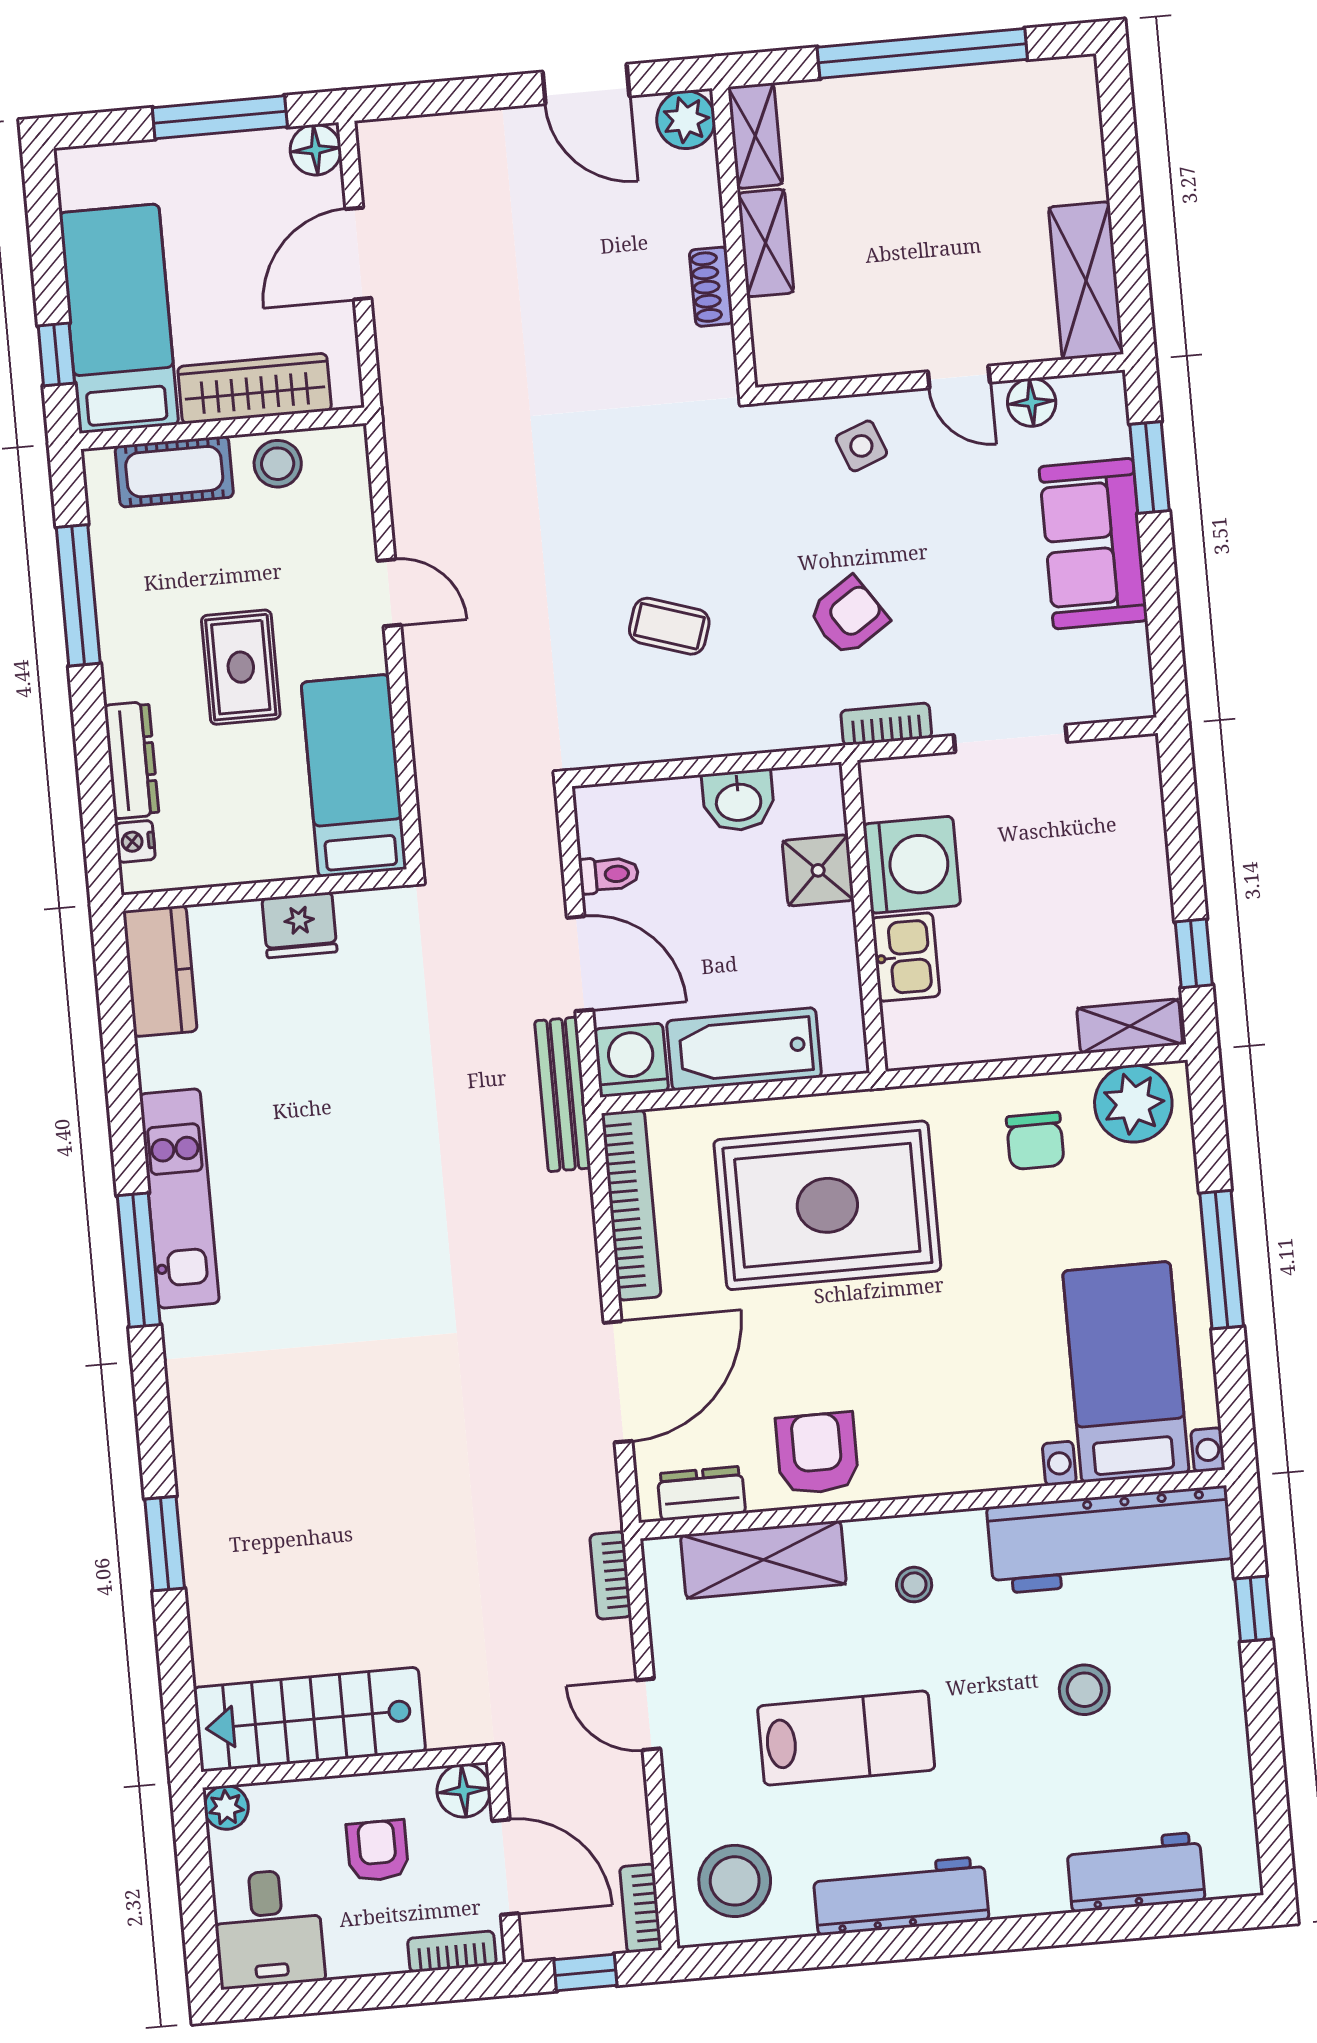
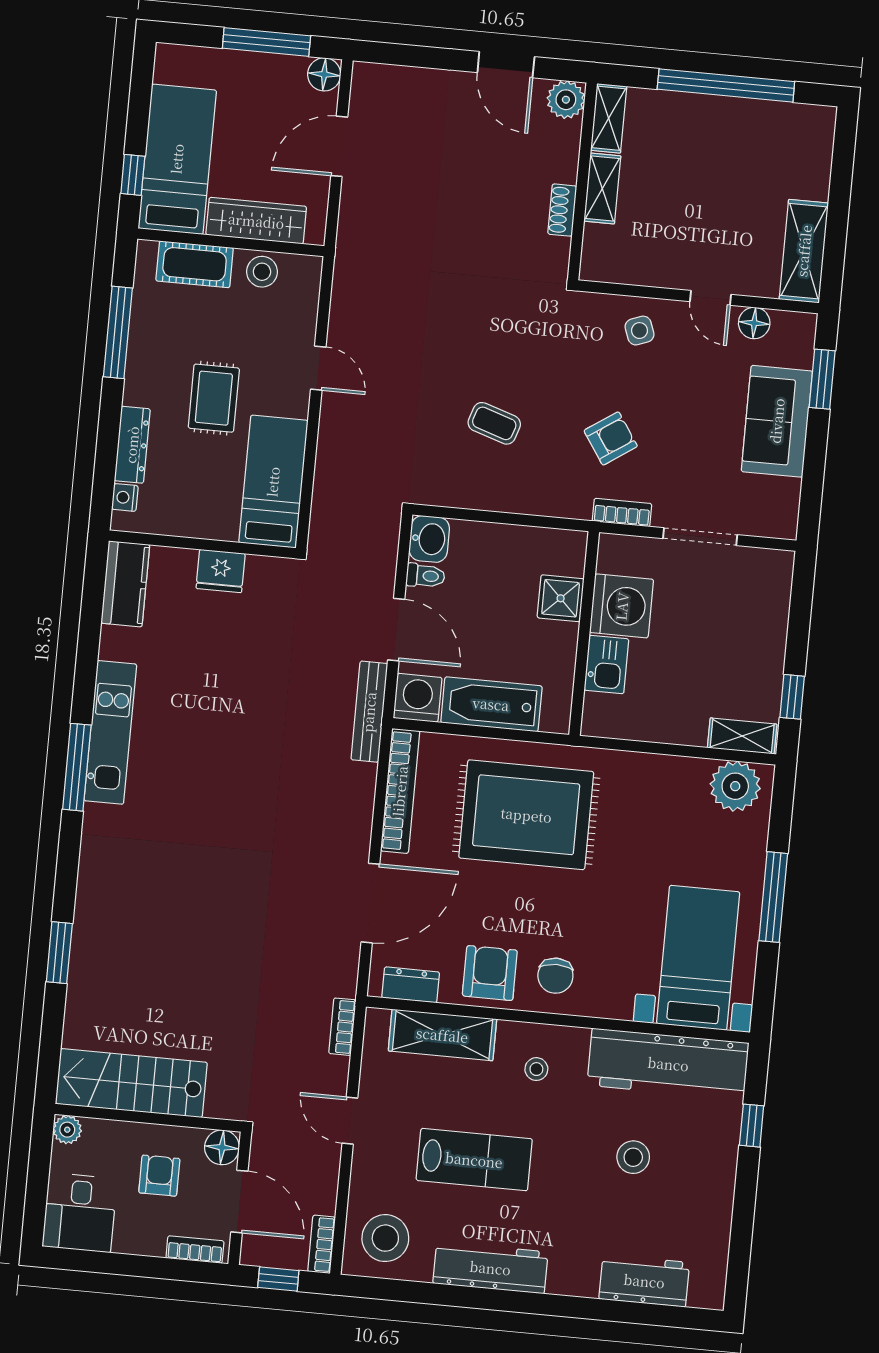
washbasin: (738, 801) -> (429, 539), moved, turned -90
chair: (1035, 1141) -> (555, 976), moved

